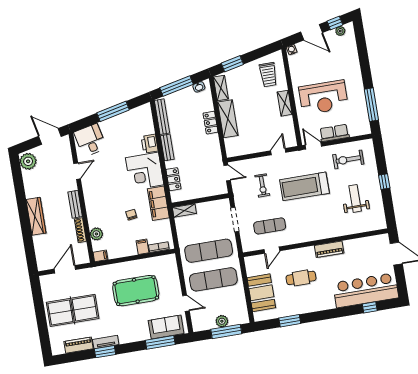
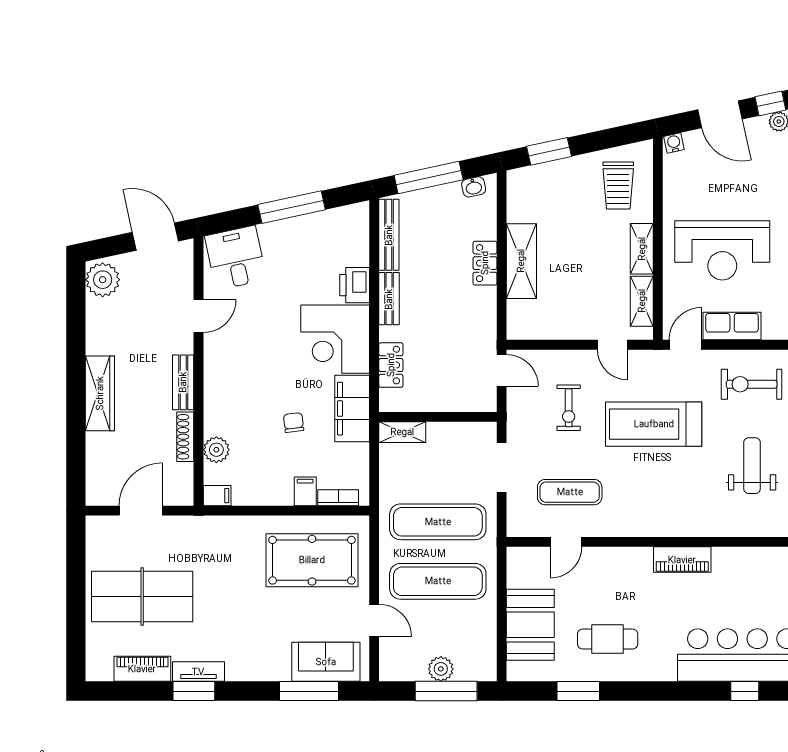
shelving: (221, 88) -> (642, 301), moved
door: (313, 146) -> (685, 345), hinge flipped
door: (278, 152) -> (612, 345), swing flipped
cafe table: (301, 278) -> (608, 639), moved
pool table: (136, 291) -> (312, 560), moved

